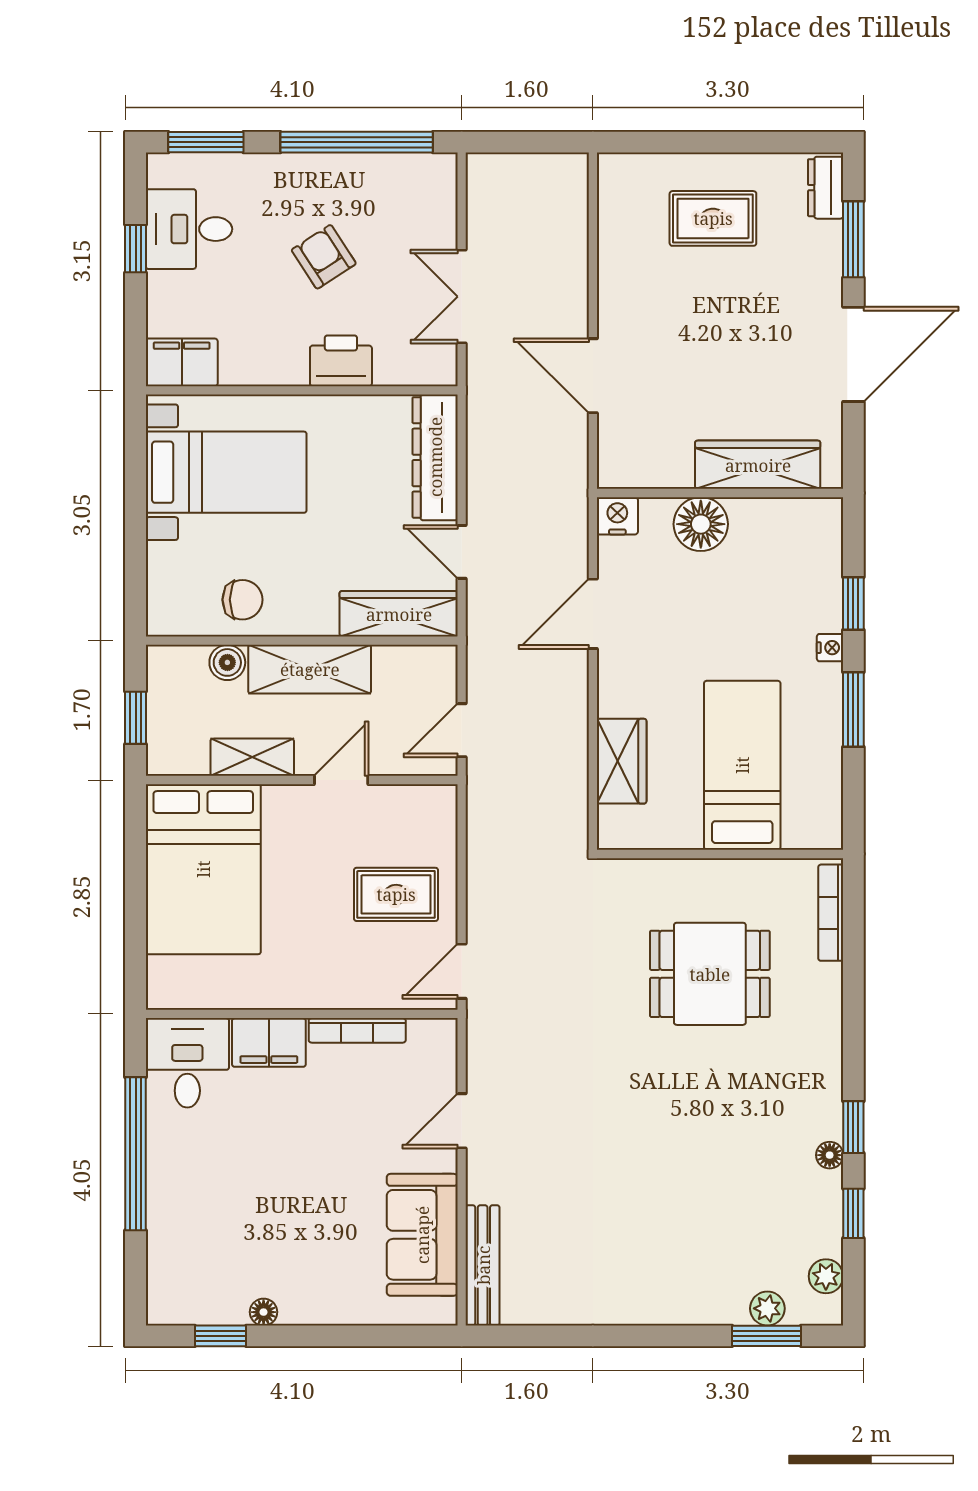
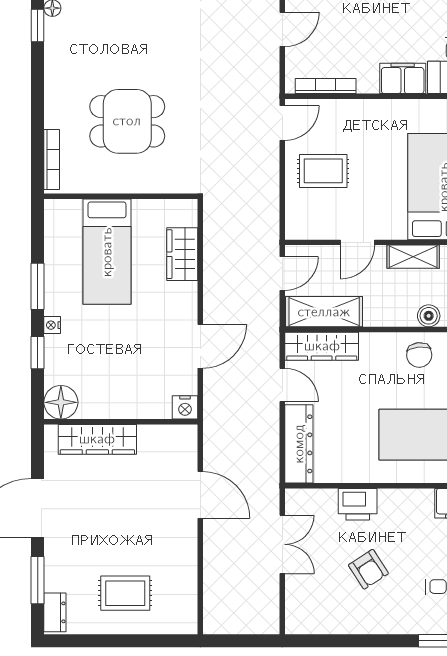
window: (357, 142) -> (348, 641), removed
floor lamp: (701, 524) -> (61, 402), moved
chair: (242, 600) -> (419, 355), turned -96
shelving: (310, 669) -> (324, 312), moved
bookcase: (357, 1030) -> (326, 86), moved

